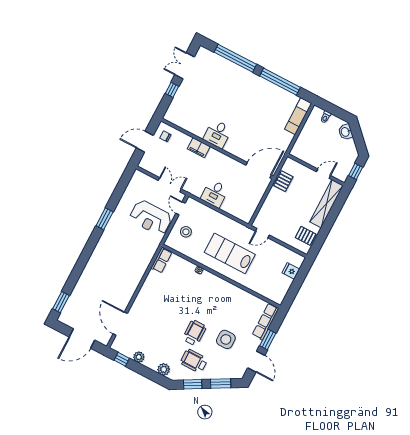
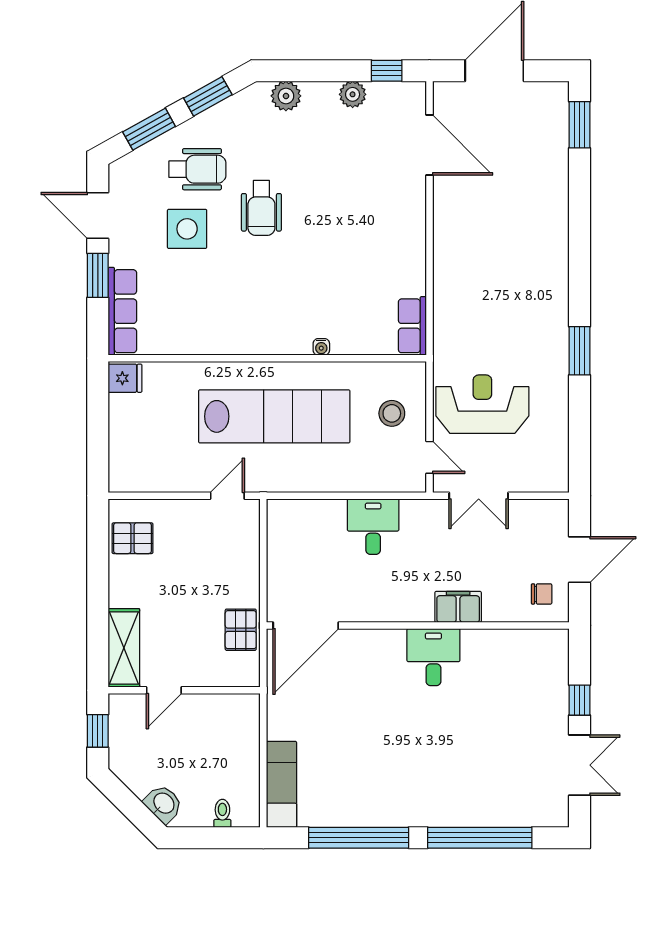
shelving: (326, 204) -> (124, 648), width x0.68
lab bench: (230, 253) -> (274, 416), width x1.36
fridge: (291, 271) -> (125, 378), moved
wheelchair: (194, 361) -> (197, 169), moved

